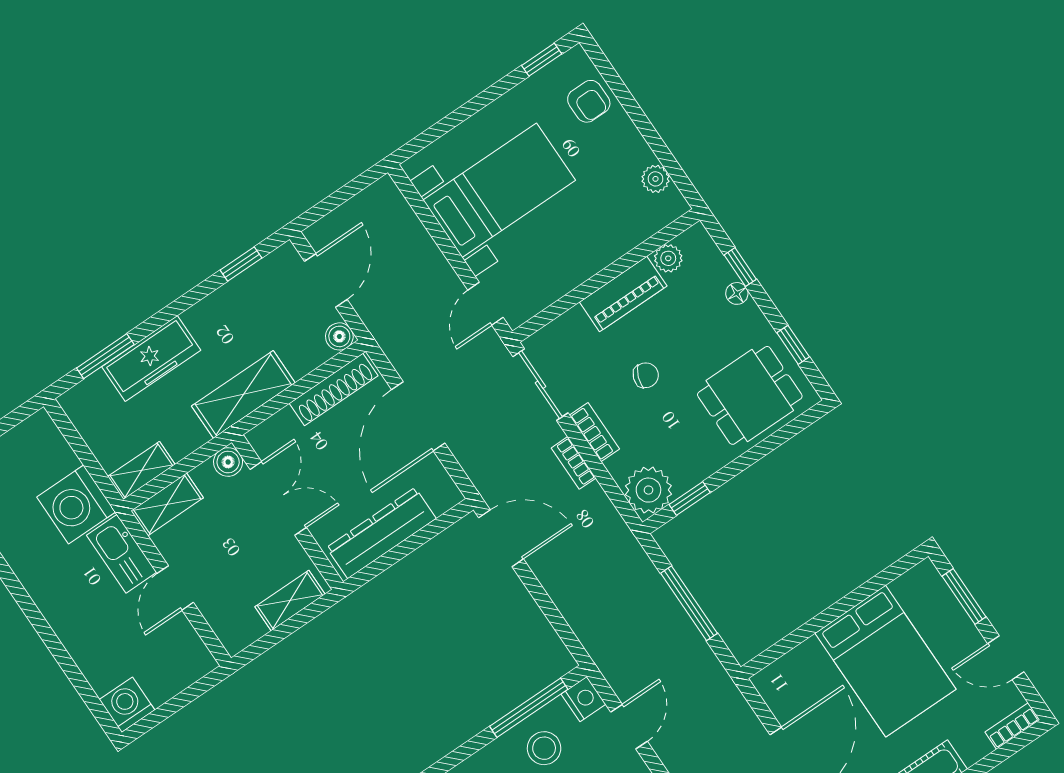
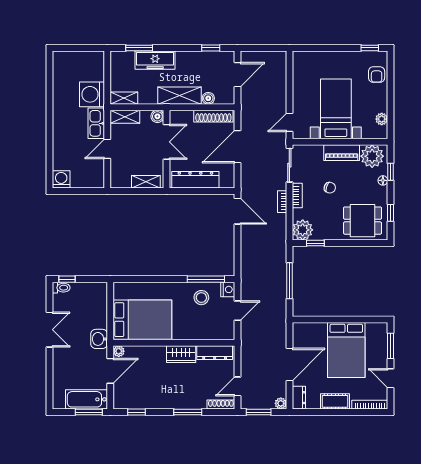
bed with nightstands: (499, 190) -> (336, 109), moved, turned -90
plant: (668, 258) -> (372, 156), width x1.87, depth x1.87
boiler: (339, 336) -> (208, 98), moved
bookcase: (1012, 726) -> (370, 405), width x1.56

